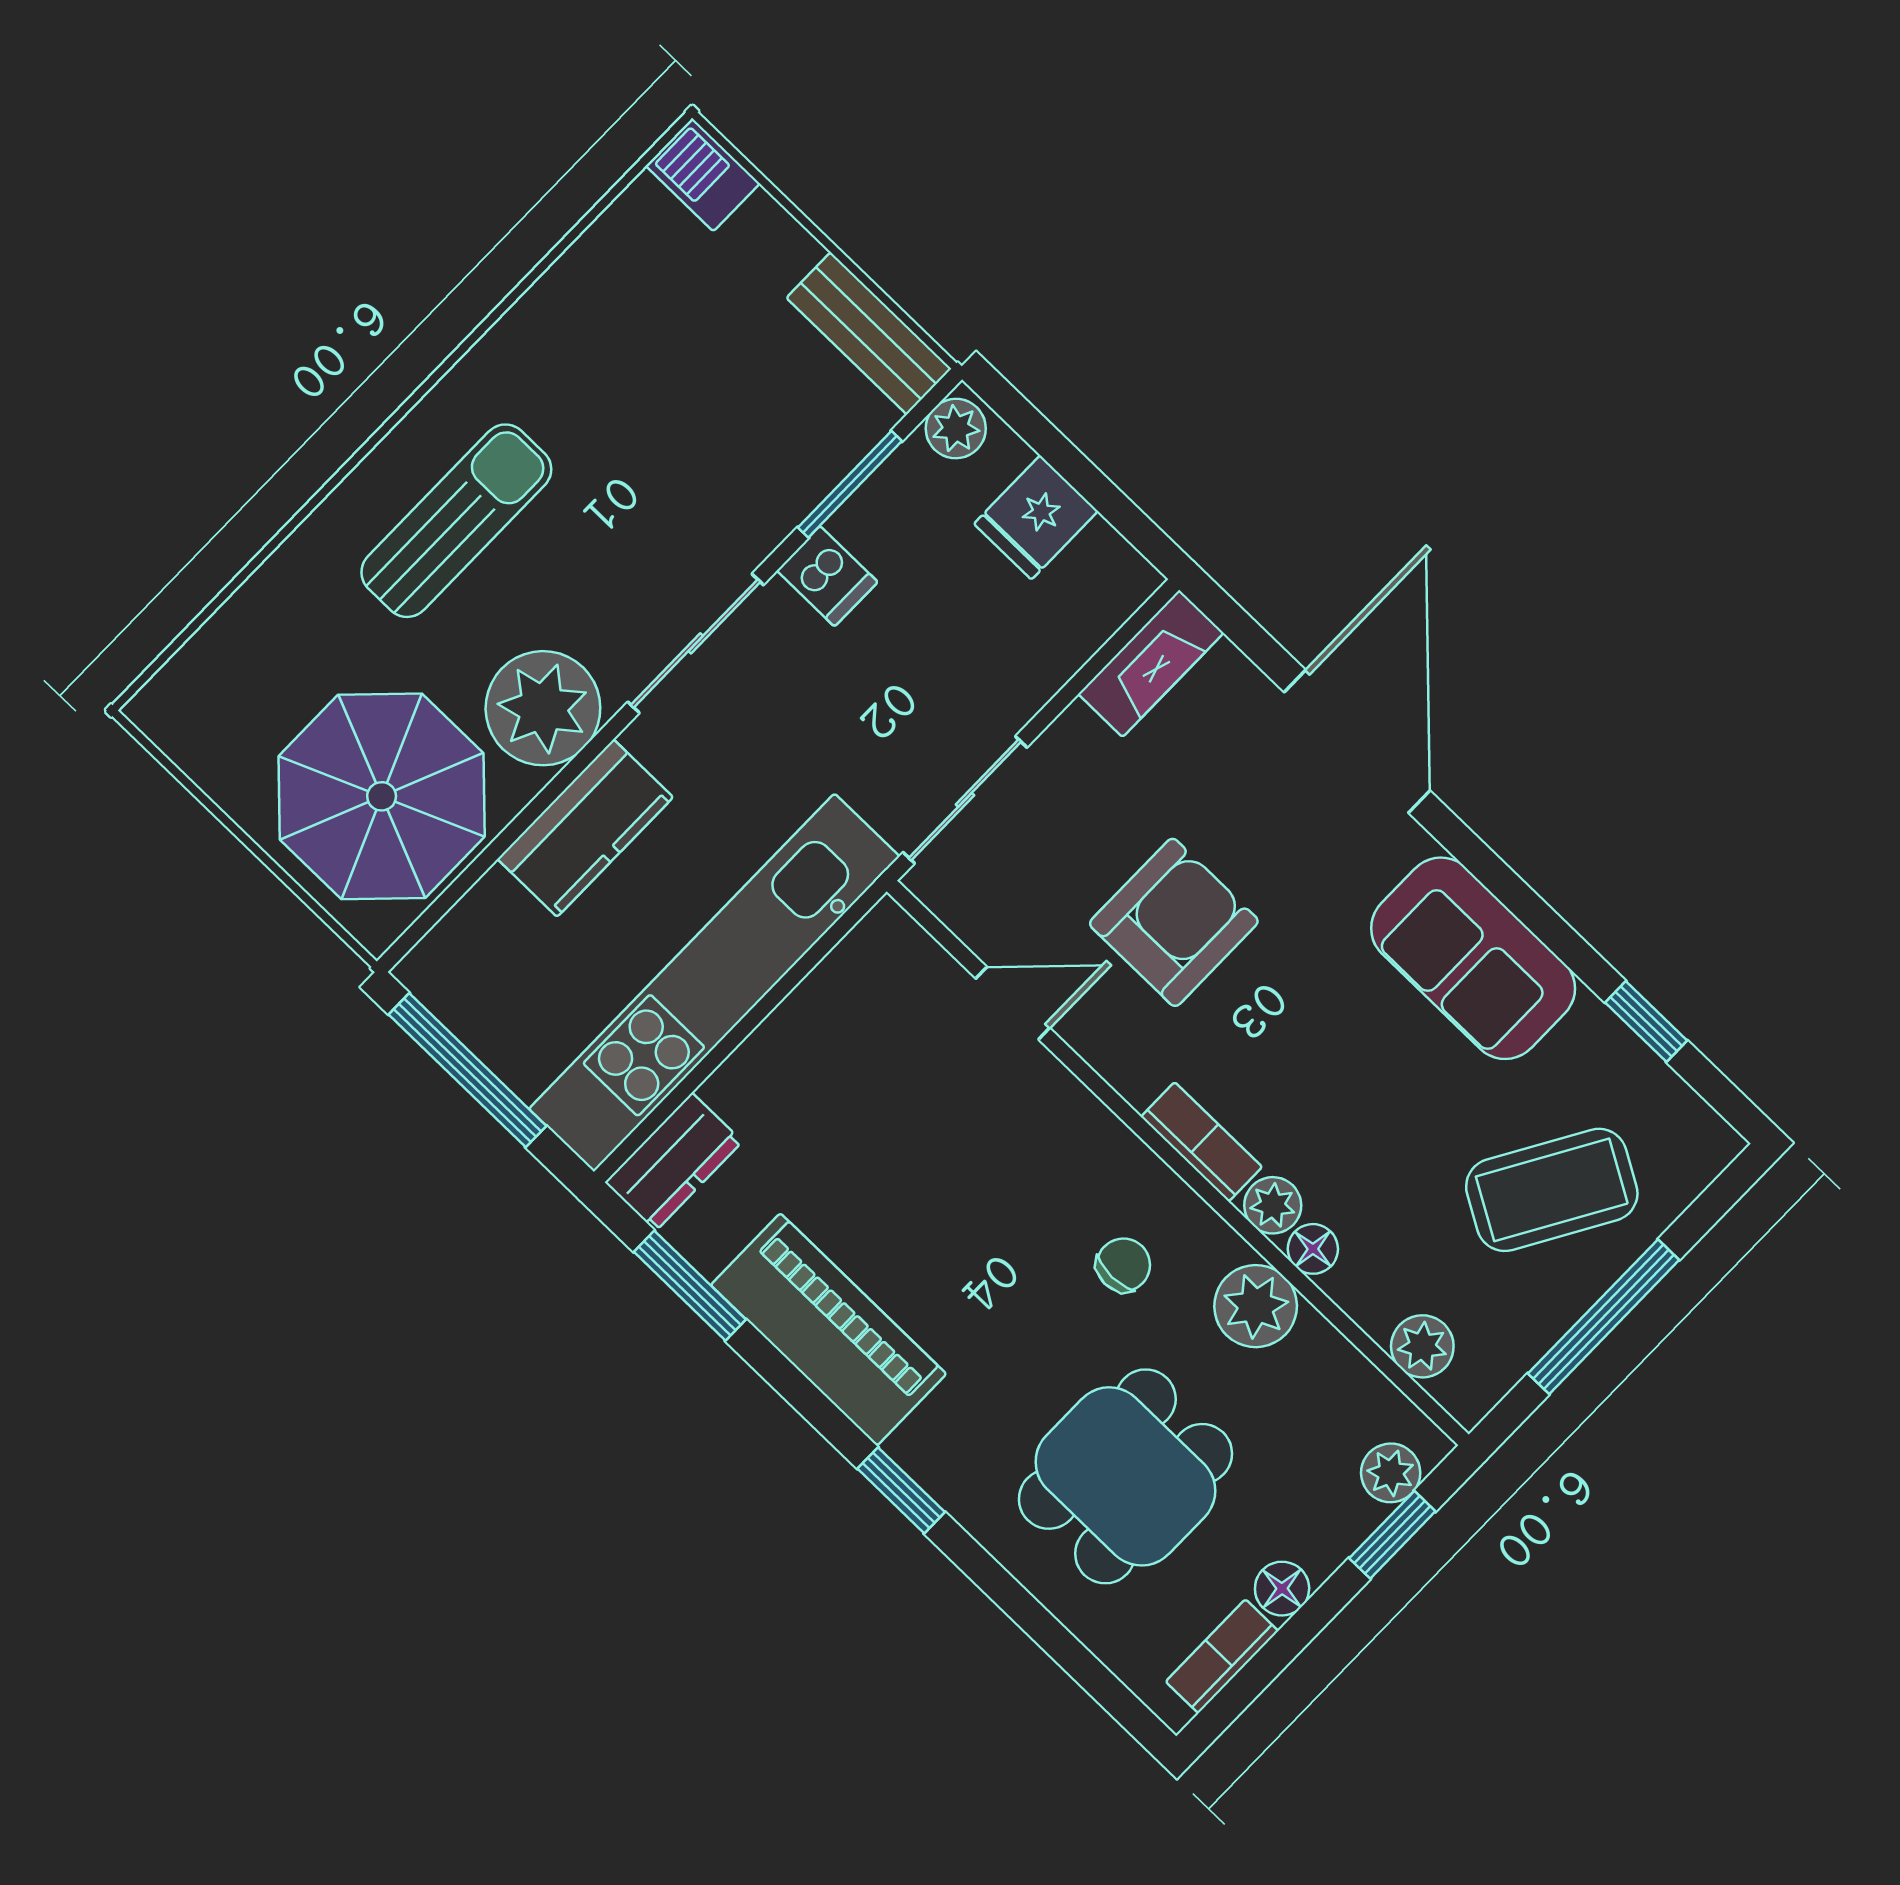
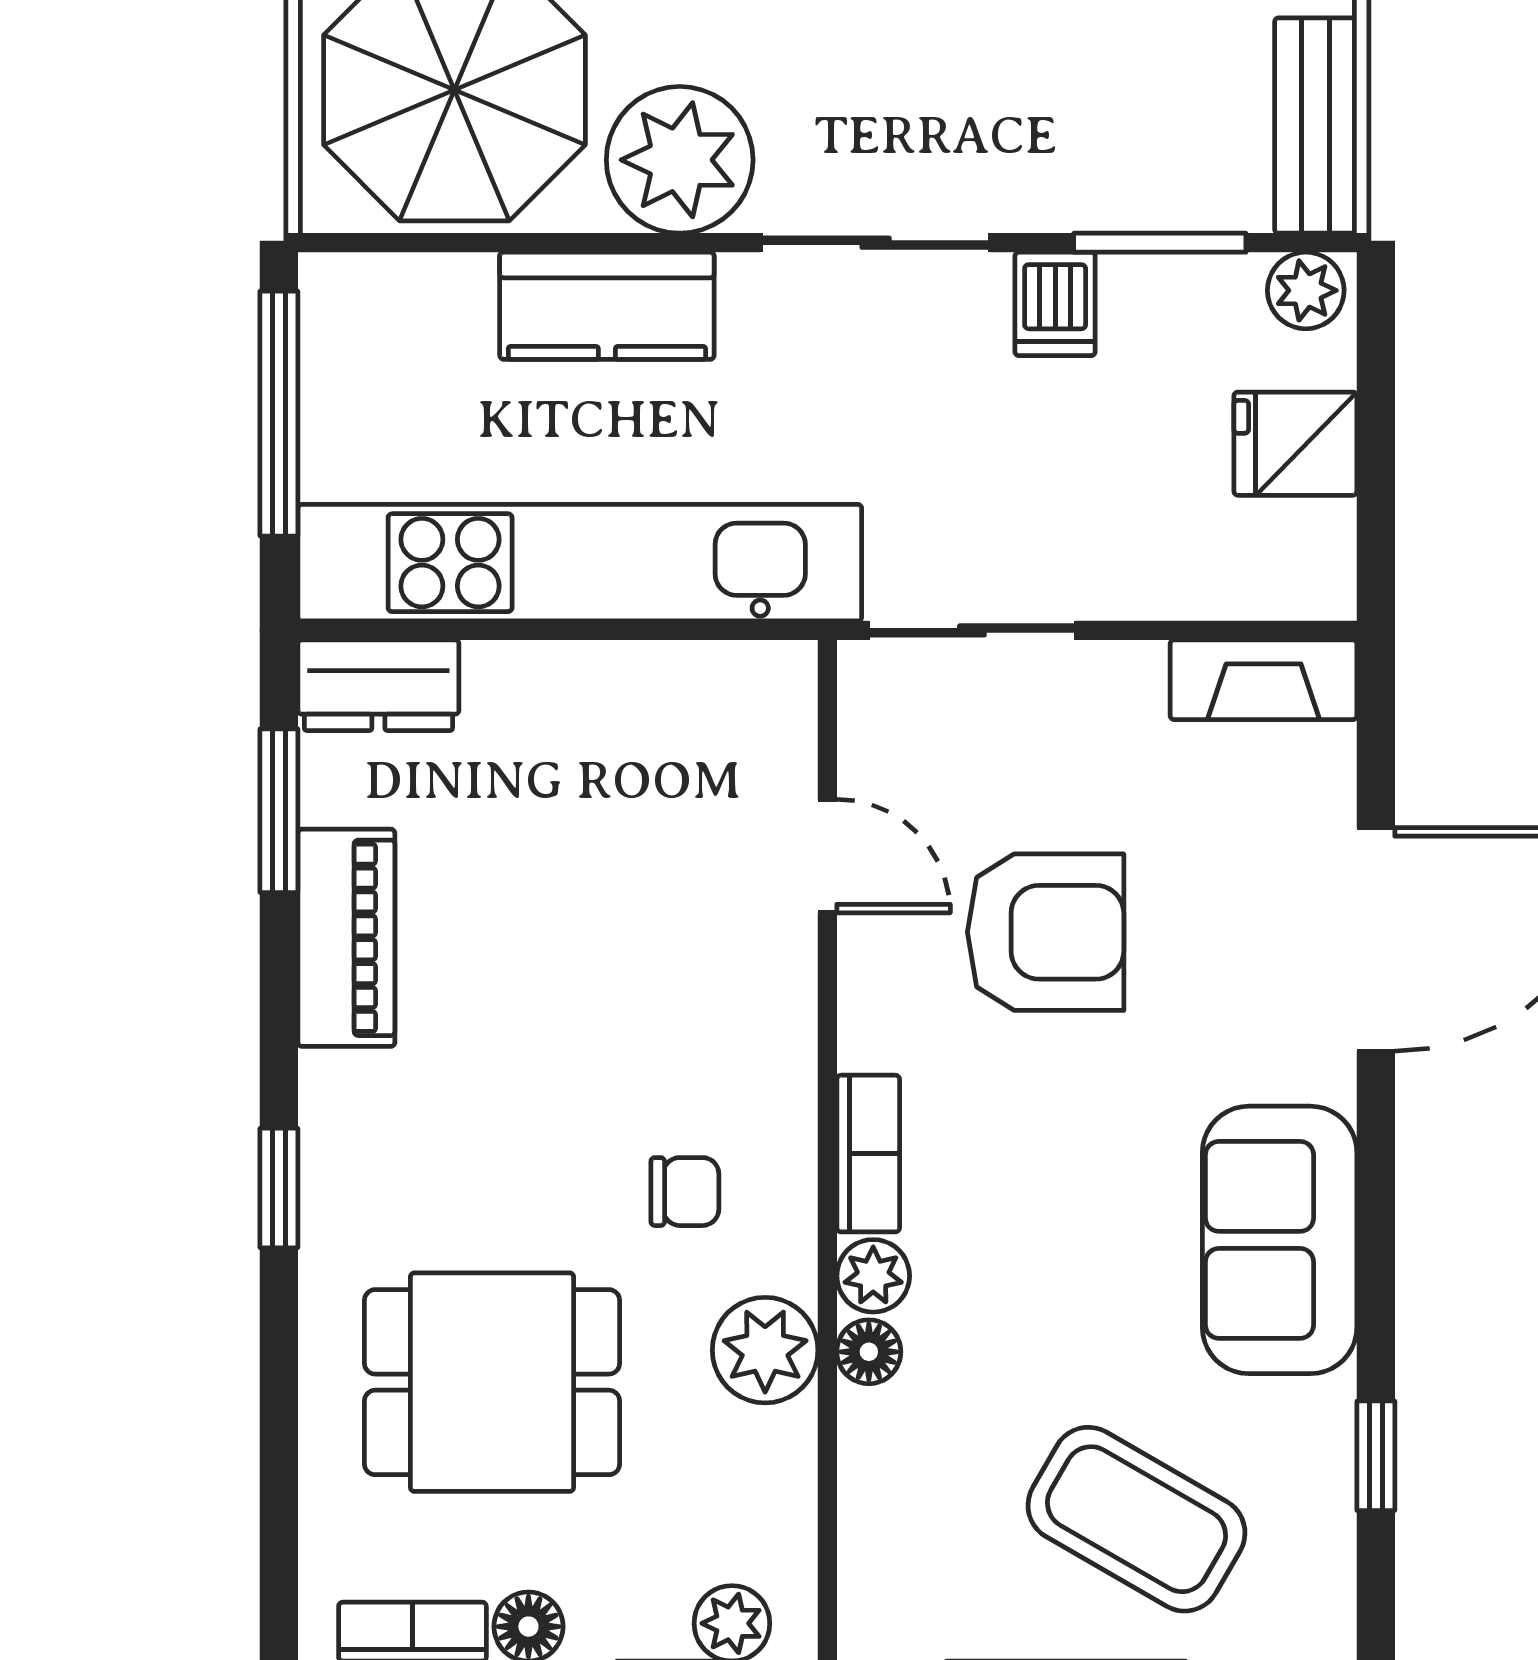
piano: (829, 1329) -> (346, 938), width x0.73, depth x0.75
plant: (1422, 1346) -> (877, 1540), removed

